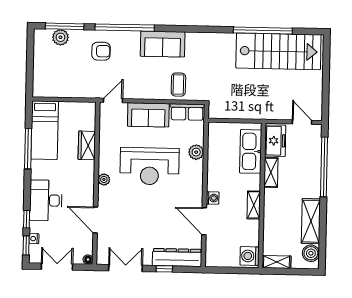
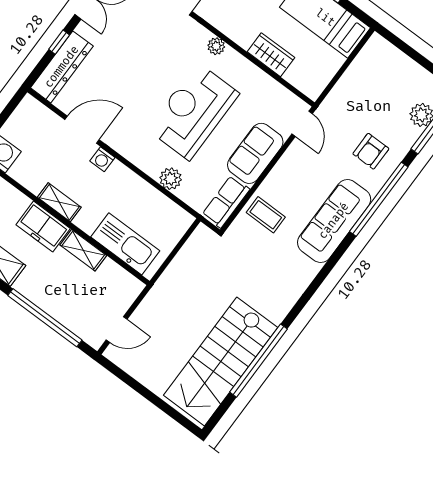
sofa: (163, 44) -> (334, 221), width x1.36
freezer: (275, 141) -> (43, 227), moved

